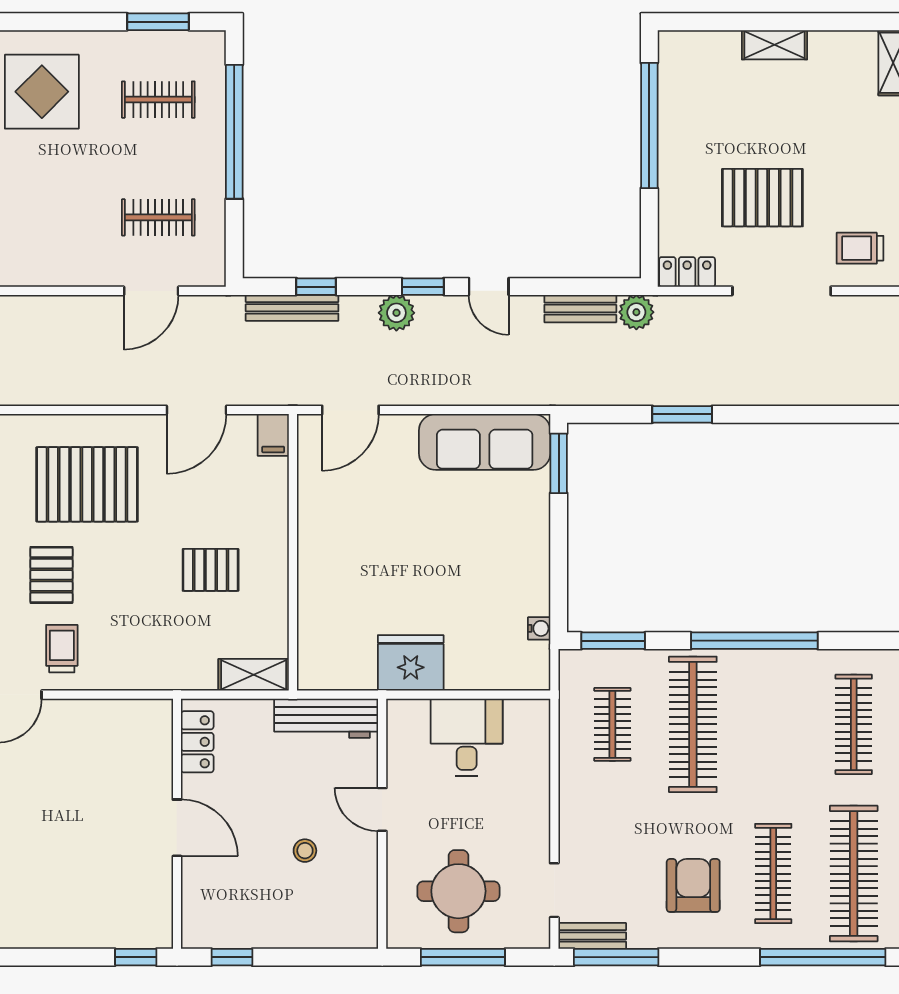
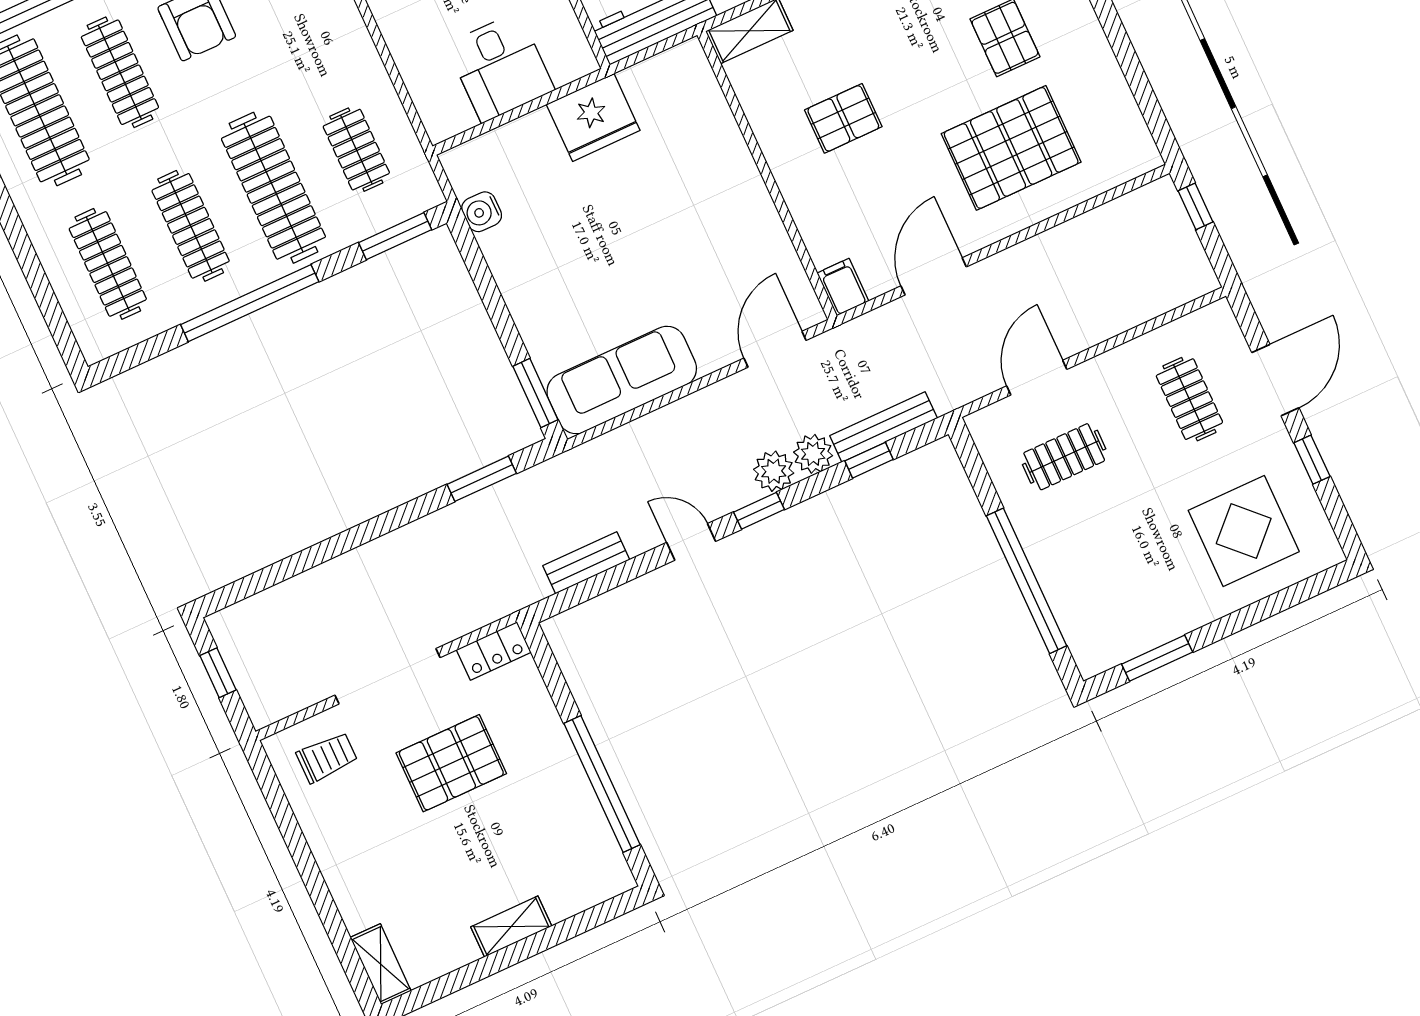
clothes rail: (158, 100) -> (1189, 399), moved, turned 90
plant: (636, 312) -> (813, 454), moved
window: (682, 414) -> (482, 479), moved
water cooler: (539, 628) -> (482, 212), width x1.38, depth x1.38
clothes rail: (773, 724) -> (191, 226), added

